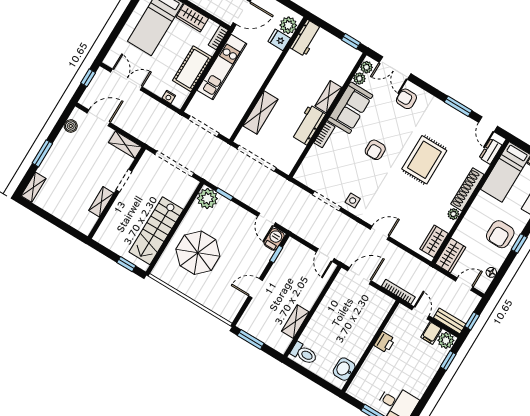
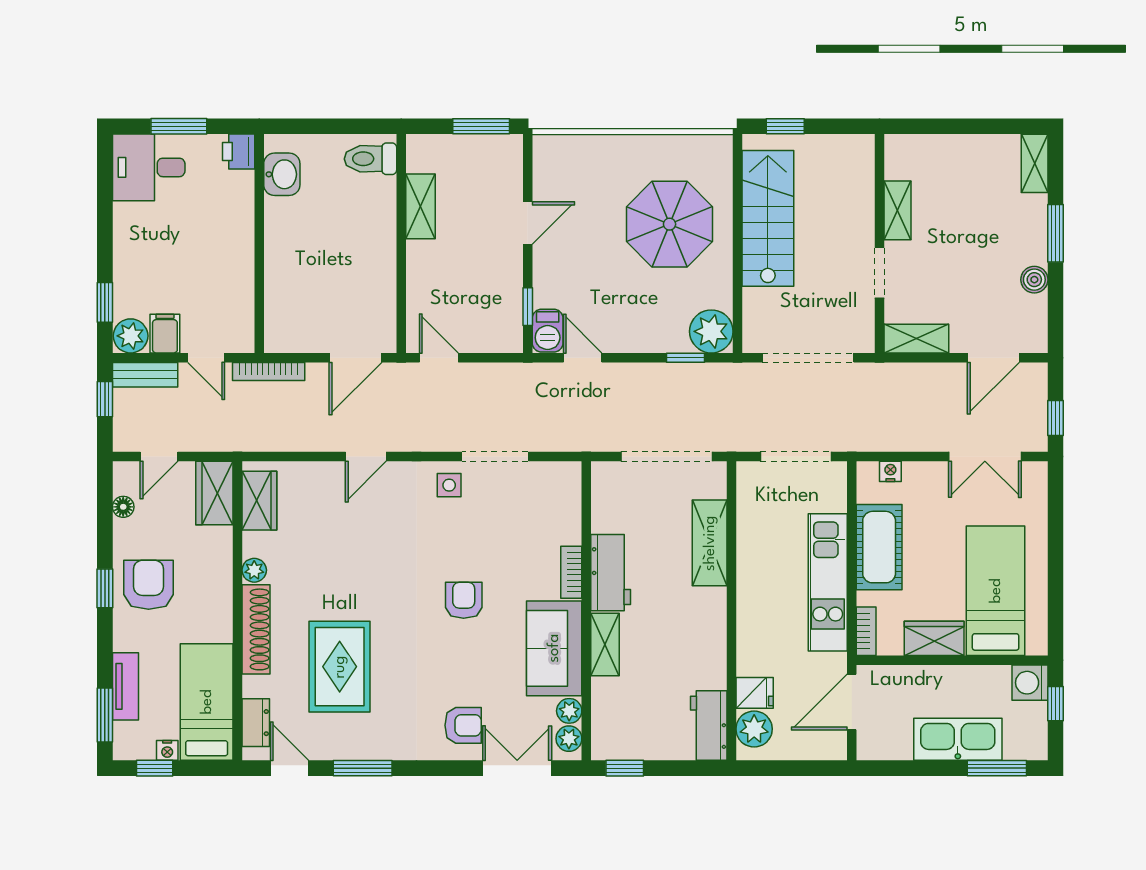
boiler: (71, 126) -> (1034, 280), moved
rug: (424, 160) -> (340, 667), moved
printer: (385, 342) -> (239, 152), moved

